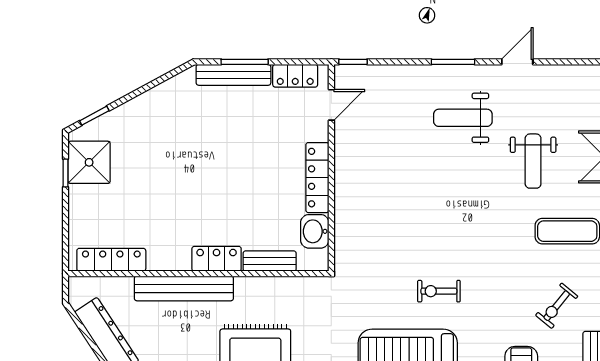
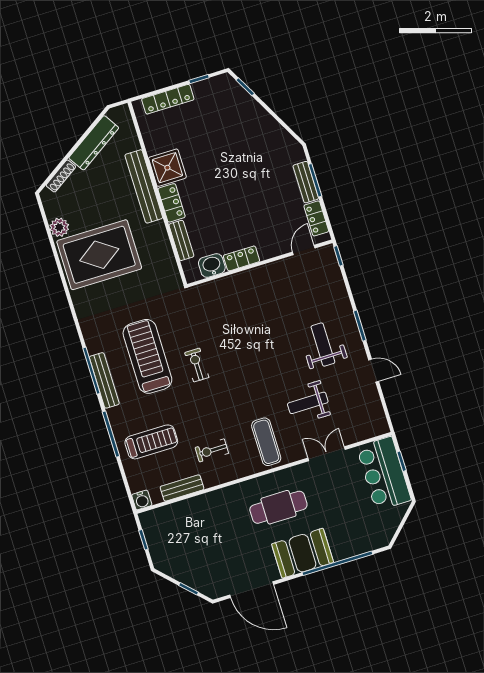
bench: (233, 75) -> (306, 182), width x0.73
door: (331, 105) -> (304, 250), swing flipped
shower: (89, 162) -> (167, 168), moved
locker: (317, 178) -> (242, 258), width x0.66
locker: (111, 260) -> (168, 99), moved, turned 90
exercise bike: (557, 306) -> (212, 450), turned -39

